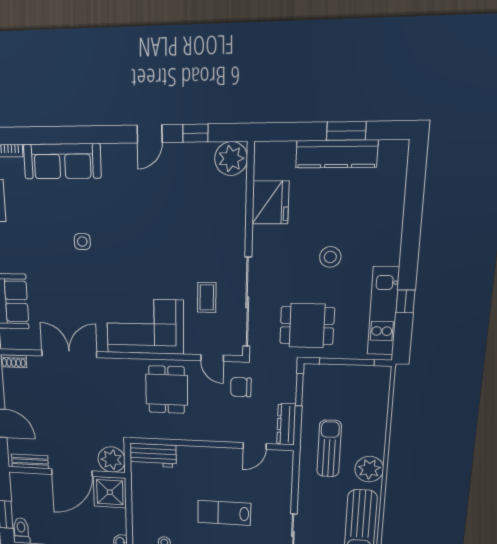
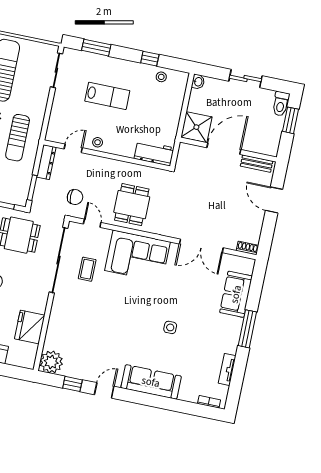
sofa: (62, 161) -> (151, 382), moved
stool: (225, 458) -> (98, 142), added
plant: (112, 460) -> (188, 155), removed

